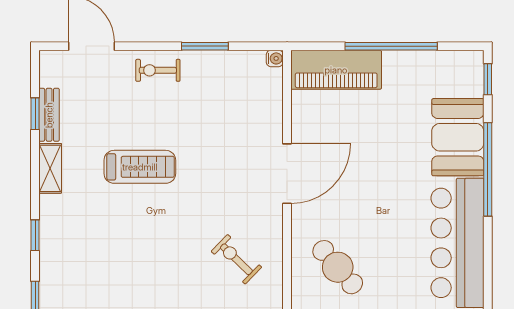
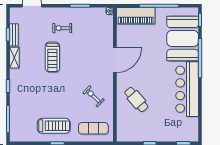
exercise bike: (158, 70) -> (62, 28), moved
booth: (458, 137) -> (183, 38), width x1.36, depth x1.42
treadmill: (140, 167) -> (52, 57), turned 90

